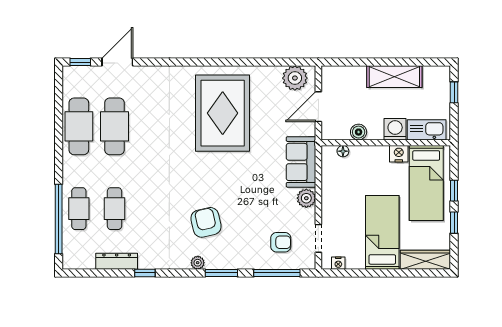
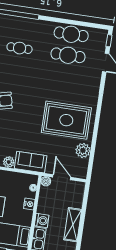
plant: (295, 78) -> (83, 150), moved
boiler: (359, 132) -> (46, 181), moved
nightstand: (399, 154) -> (29, 204), moved
cafe table: (79, 209) -> (23, 27), removed

